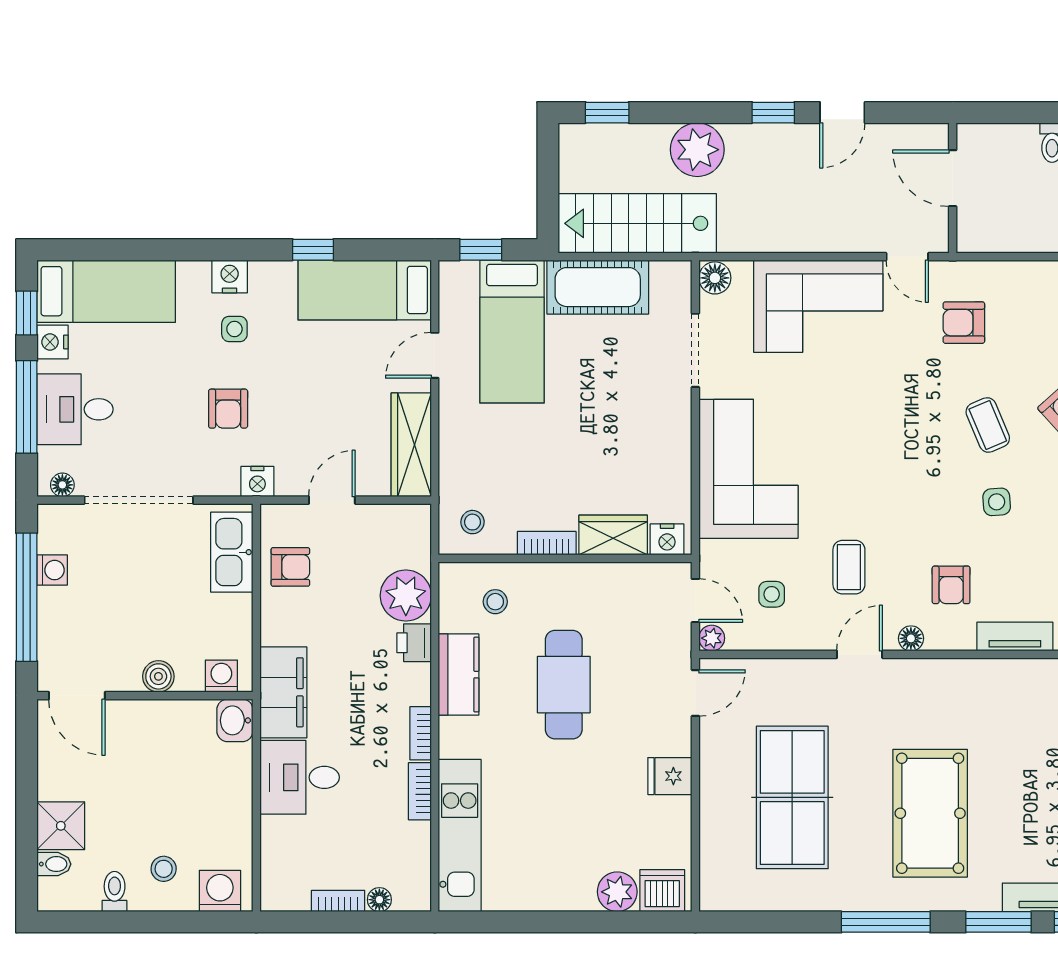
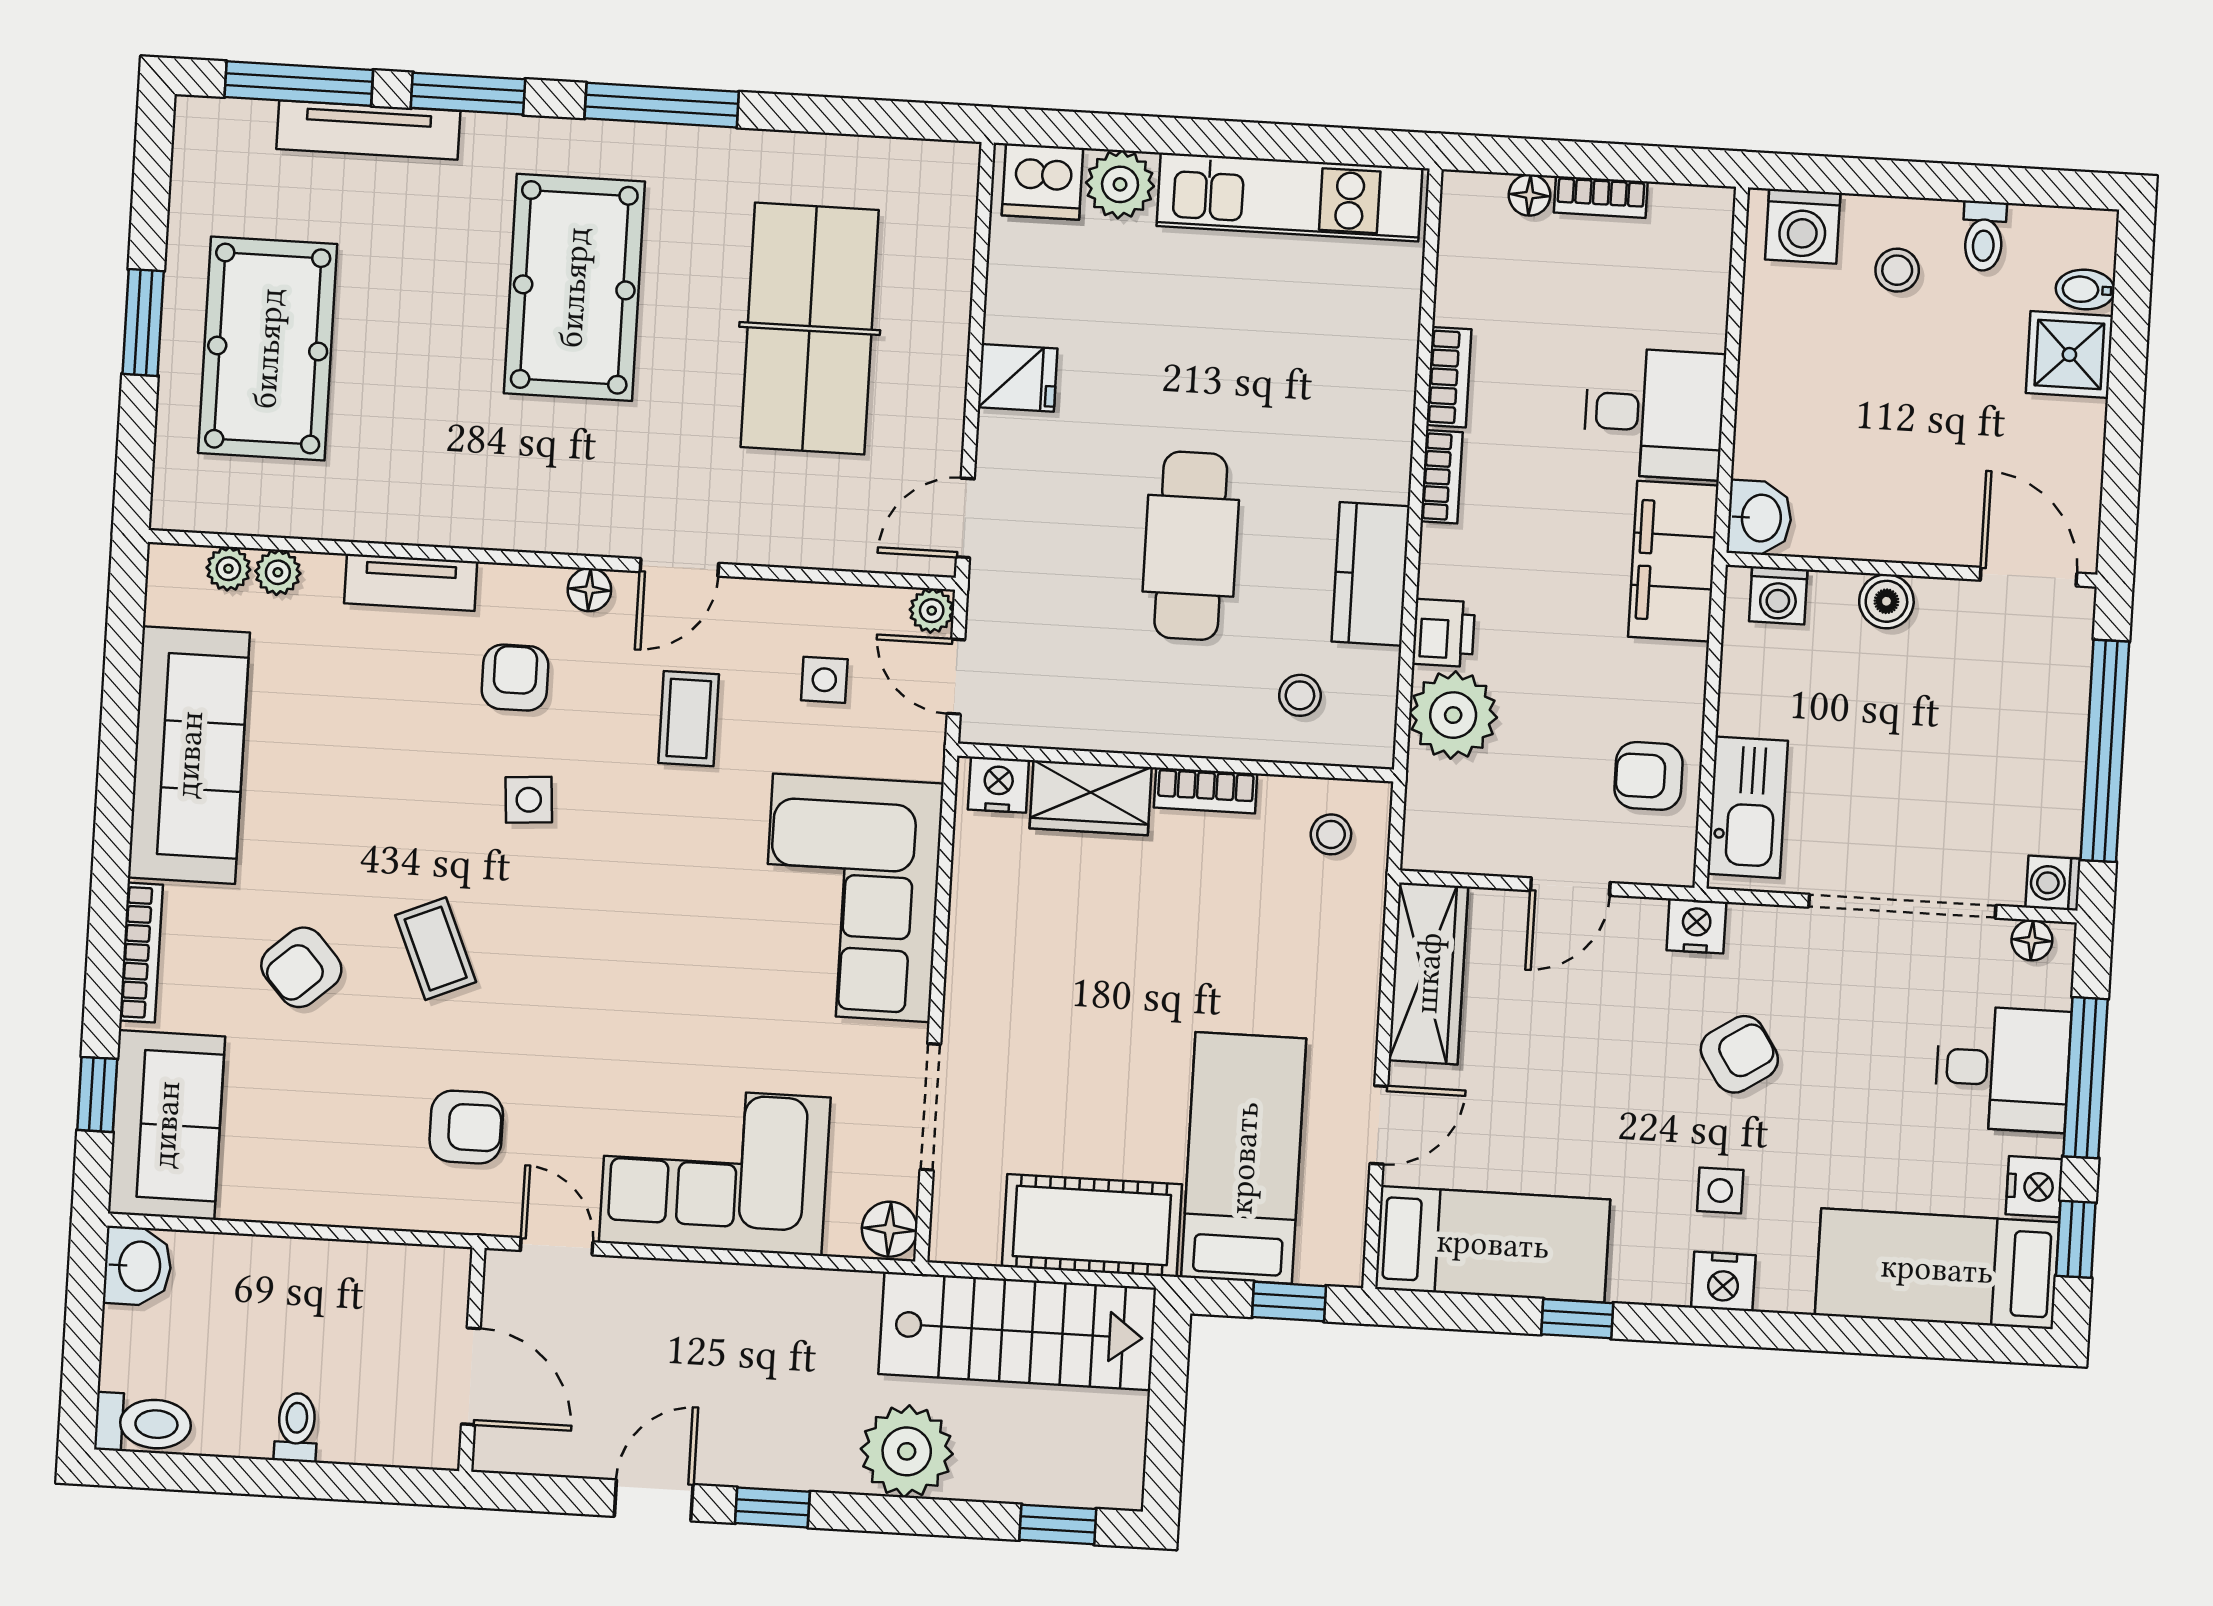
armchair: (228, 409) -> (1739, 1054), turned 57
side table: (997, 502) -> (529, 800), moved
washing machine: (52, 570) -> (2053, 883), moved
kitchen unit: (460, 836) -> (1290, 197), moved, turned -90

